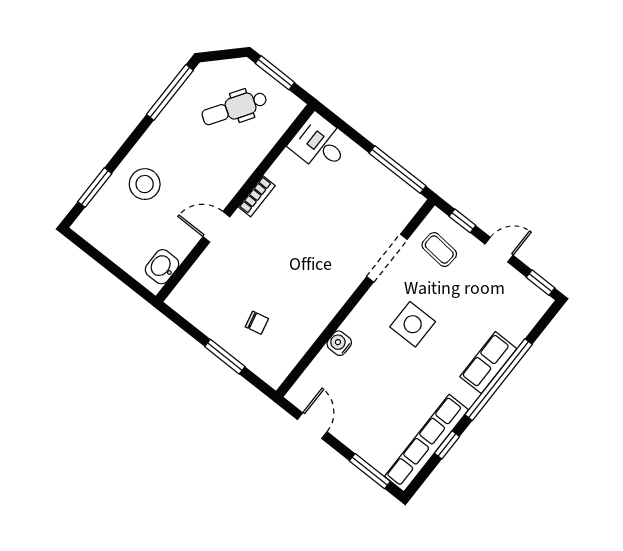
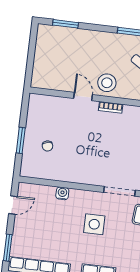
stool: (145, 184) -> (107, 83), moved
washbasin: (162, 267) -> (47, 82), removed

